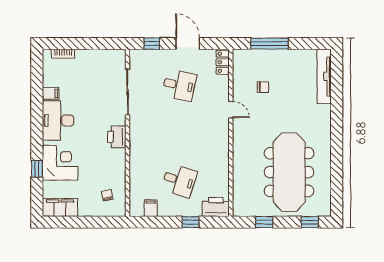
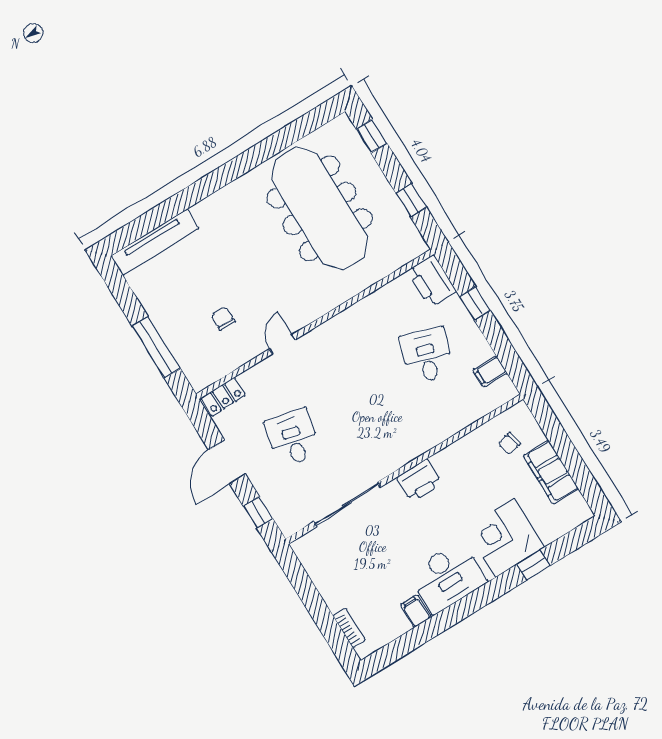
meeting table: (289, 172) -> (320, 208), turned 90
filing cabinet: (60, 207) -> (551, 472), moved

